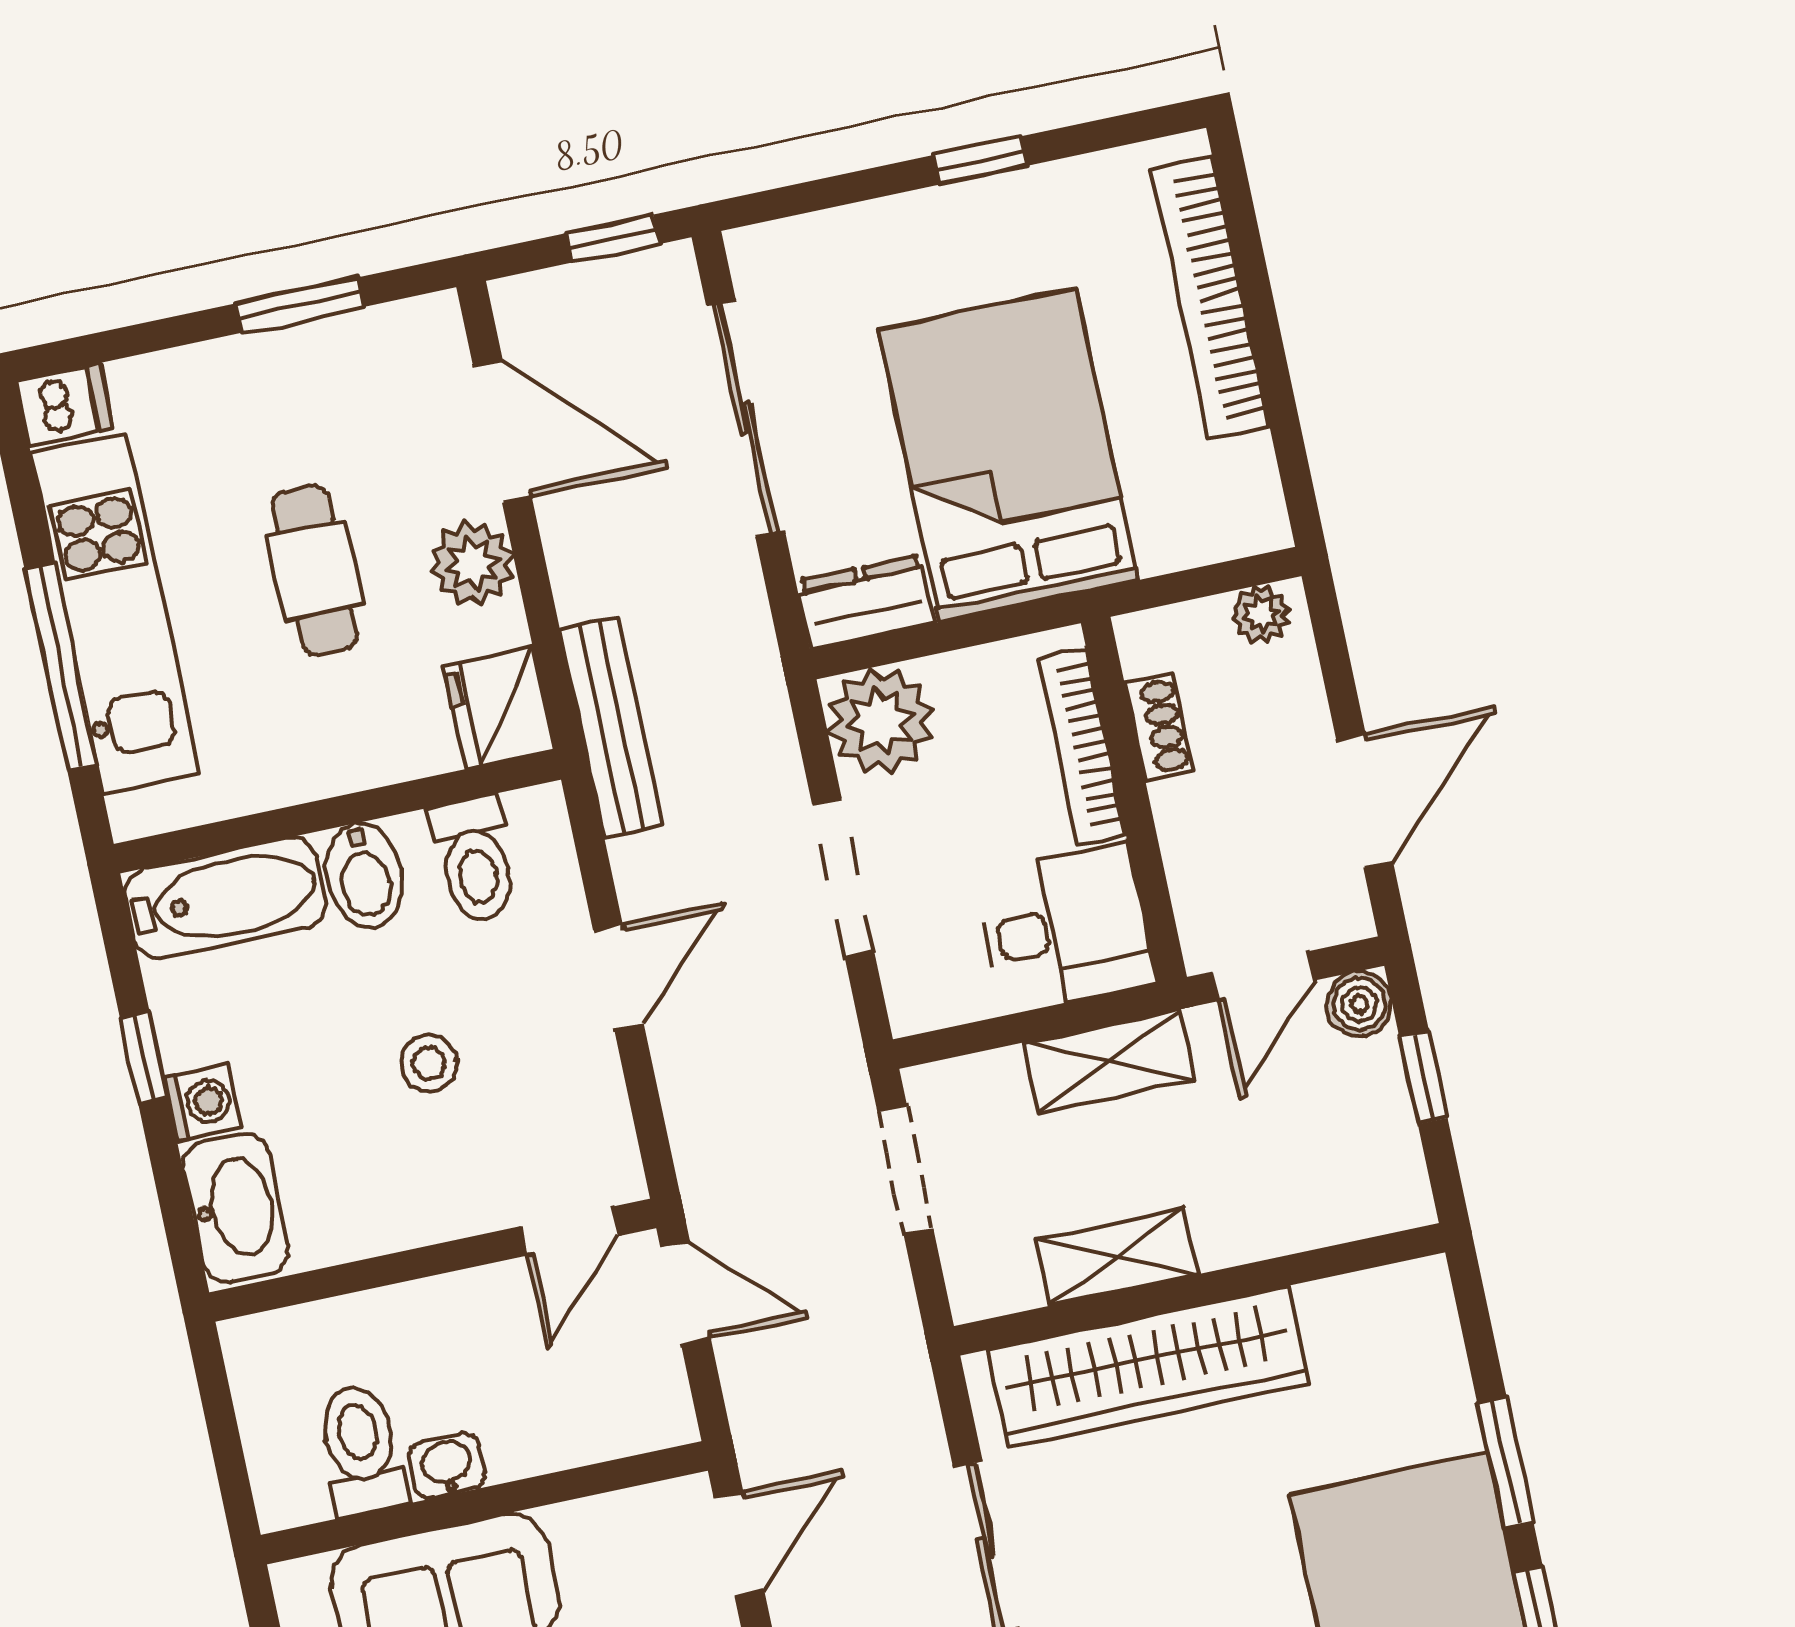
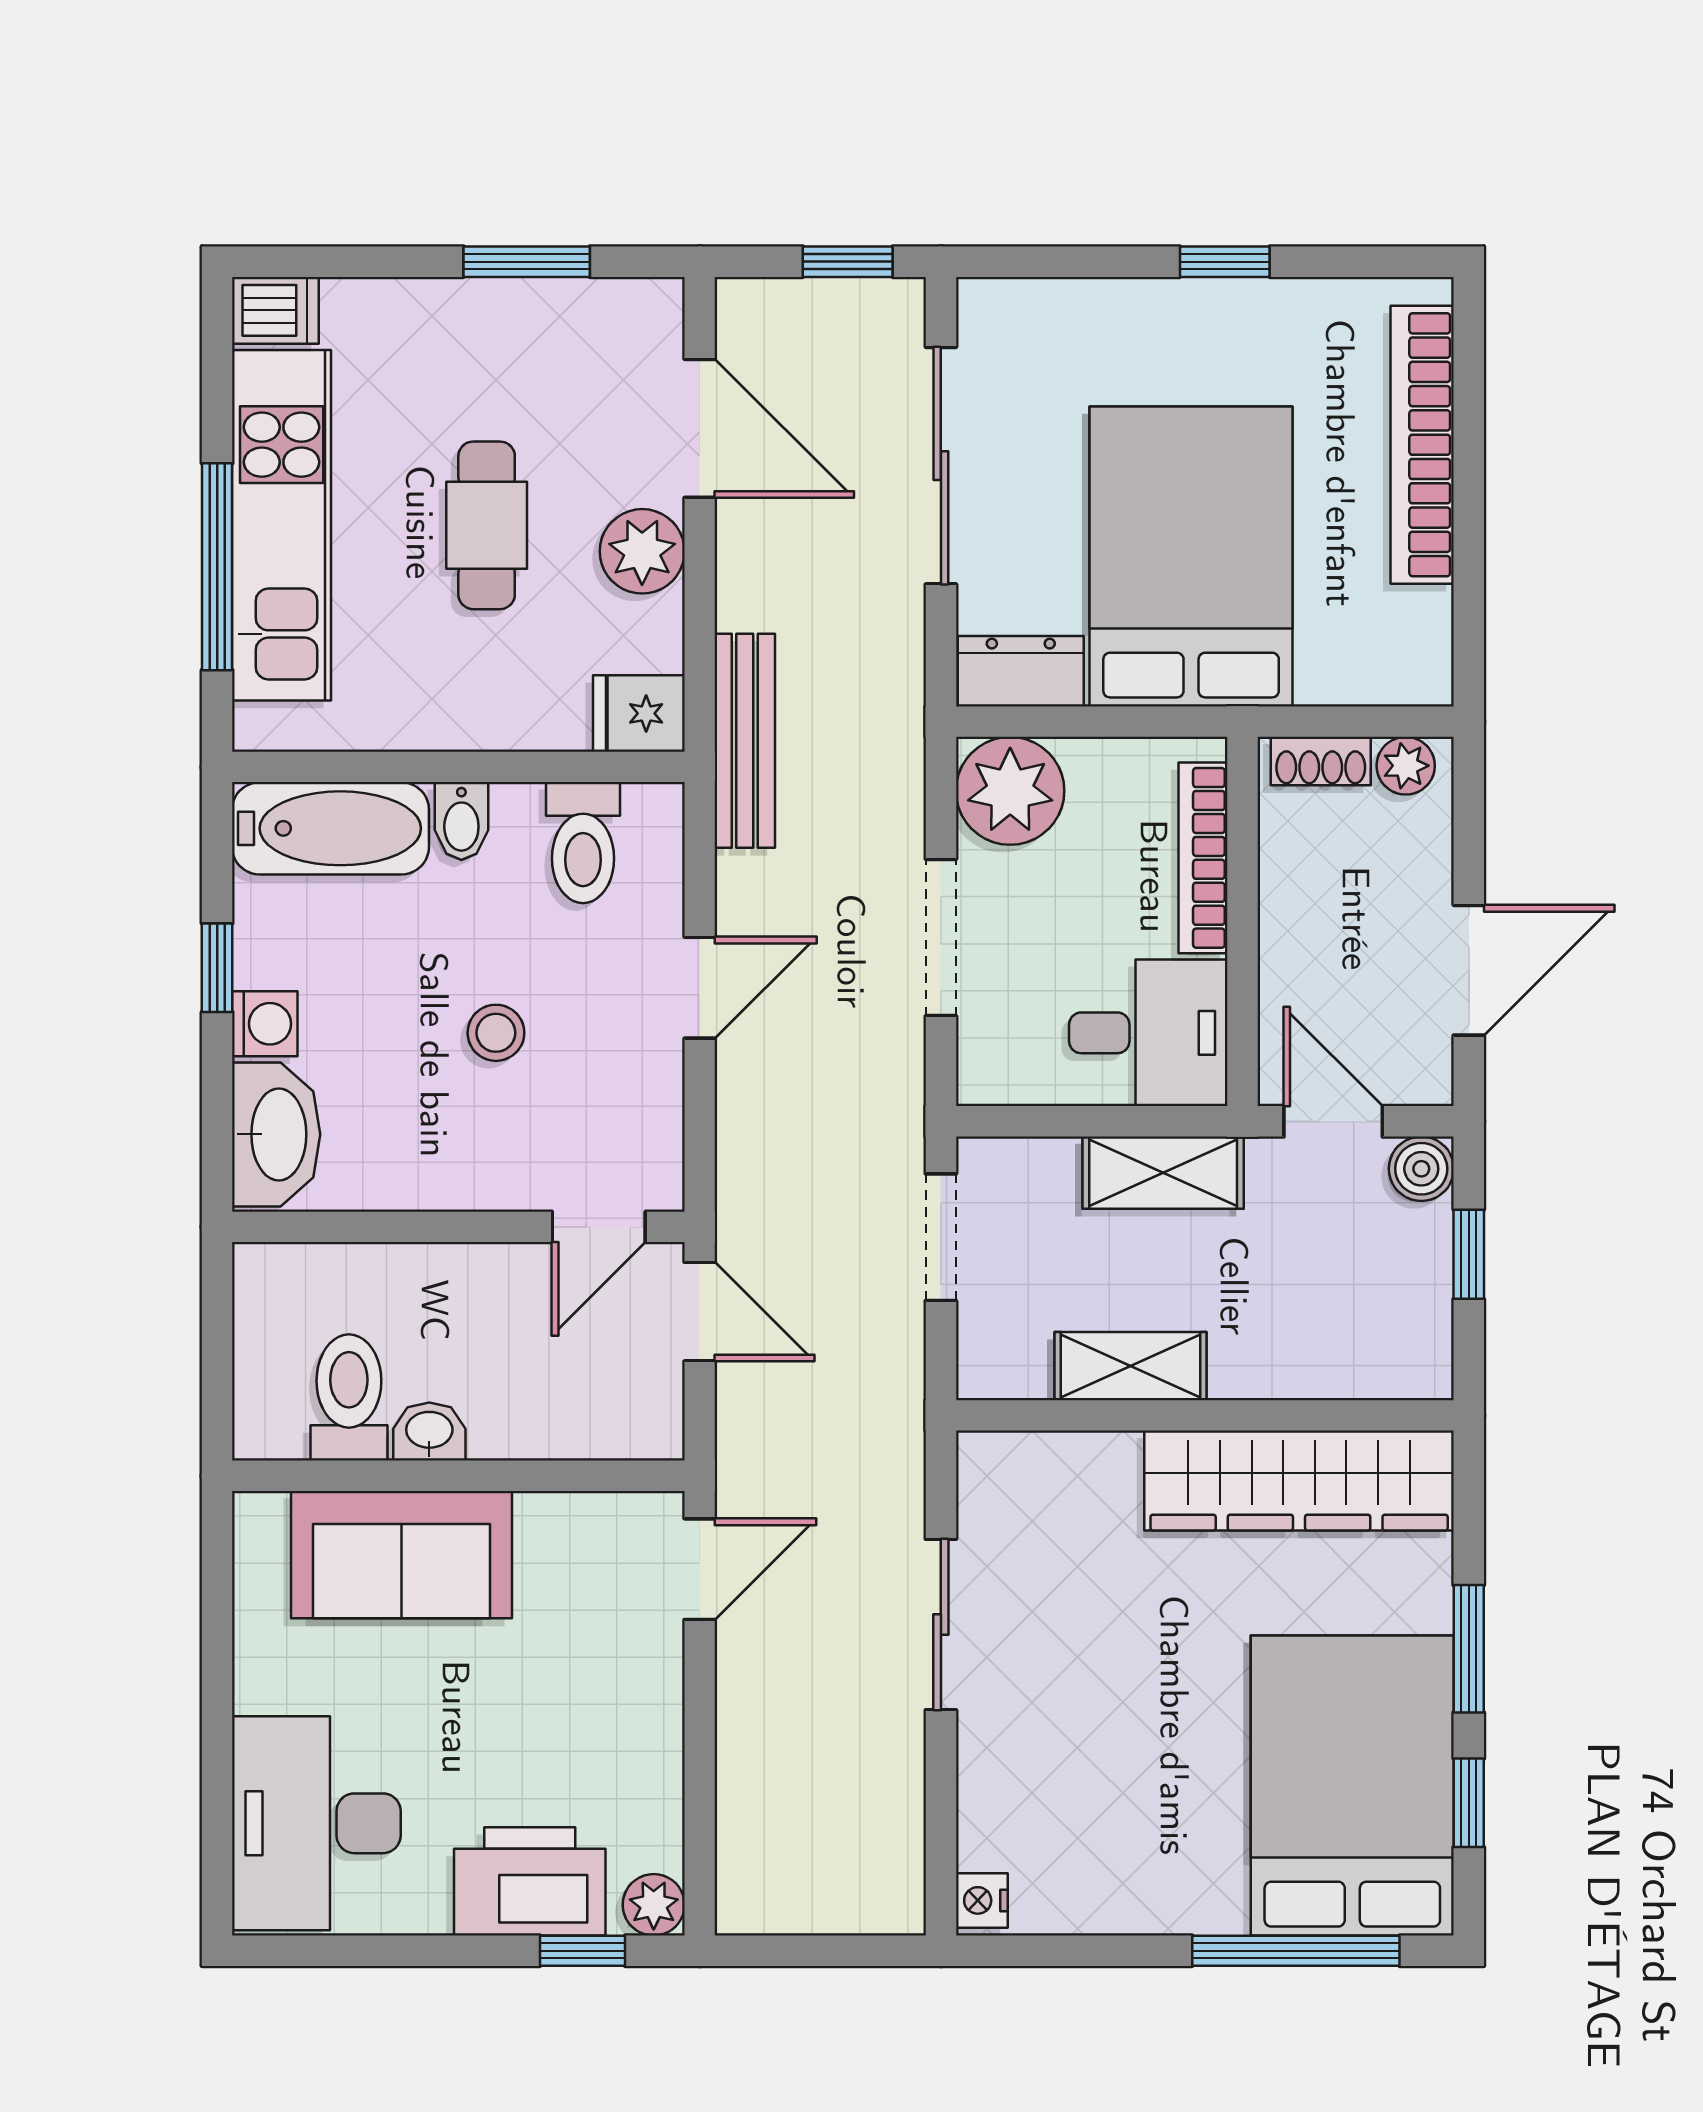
fridge: (499, 708) -> (639, 713), width x0.72
shoe rack: (1159, 727) -> (1321, 761), moved, turned 90
bidet: (364, 876) -> (461, 821), width x0.72, depth x0.74
door: (1264, 976) -> (1333, 1121), swing flipped
wardrobe: (1148, 1367) -> (1299, 1481), moved

